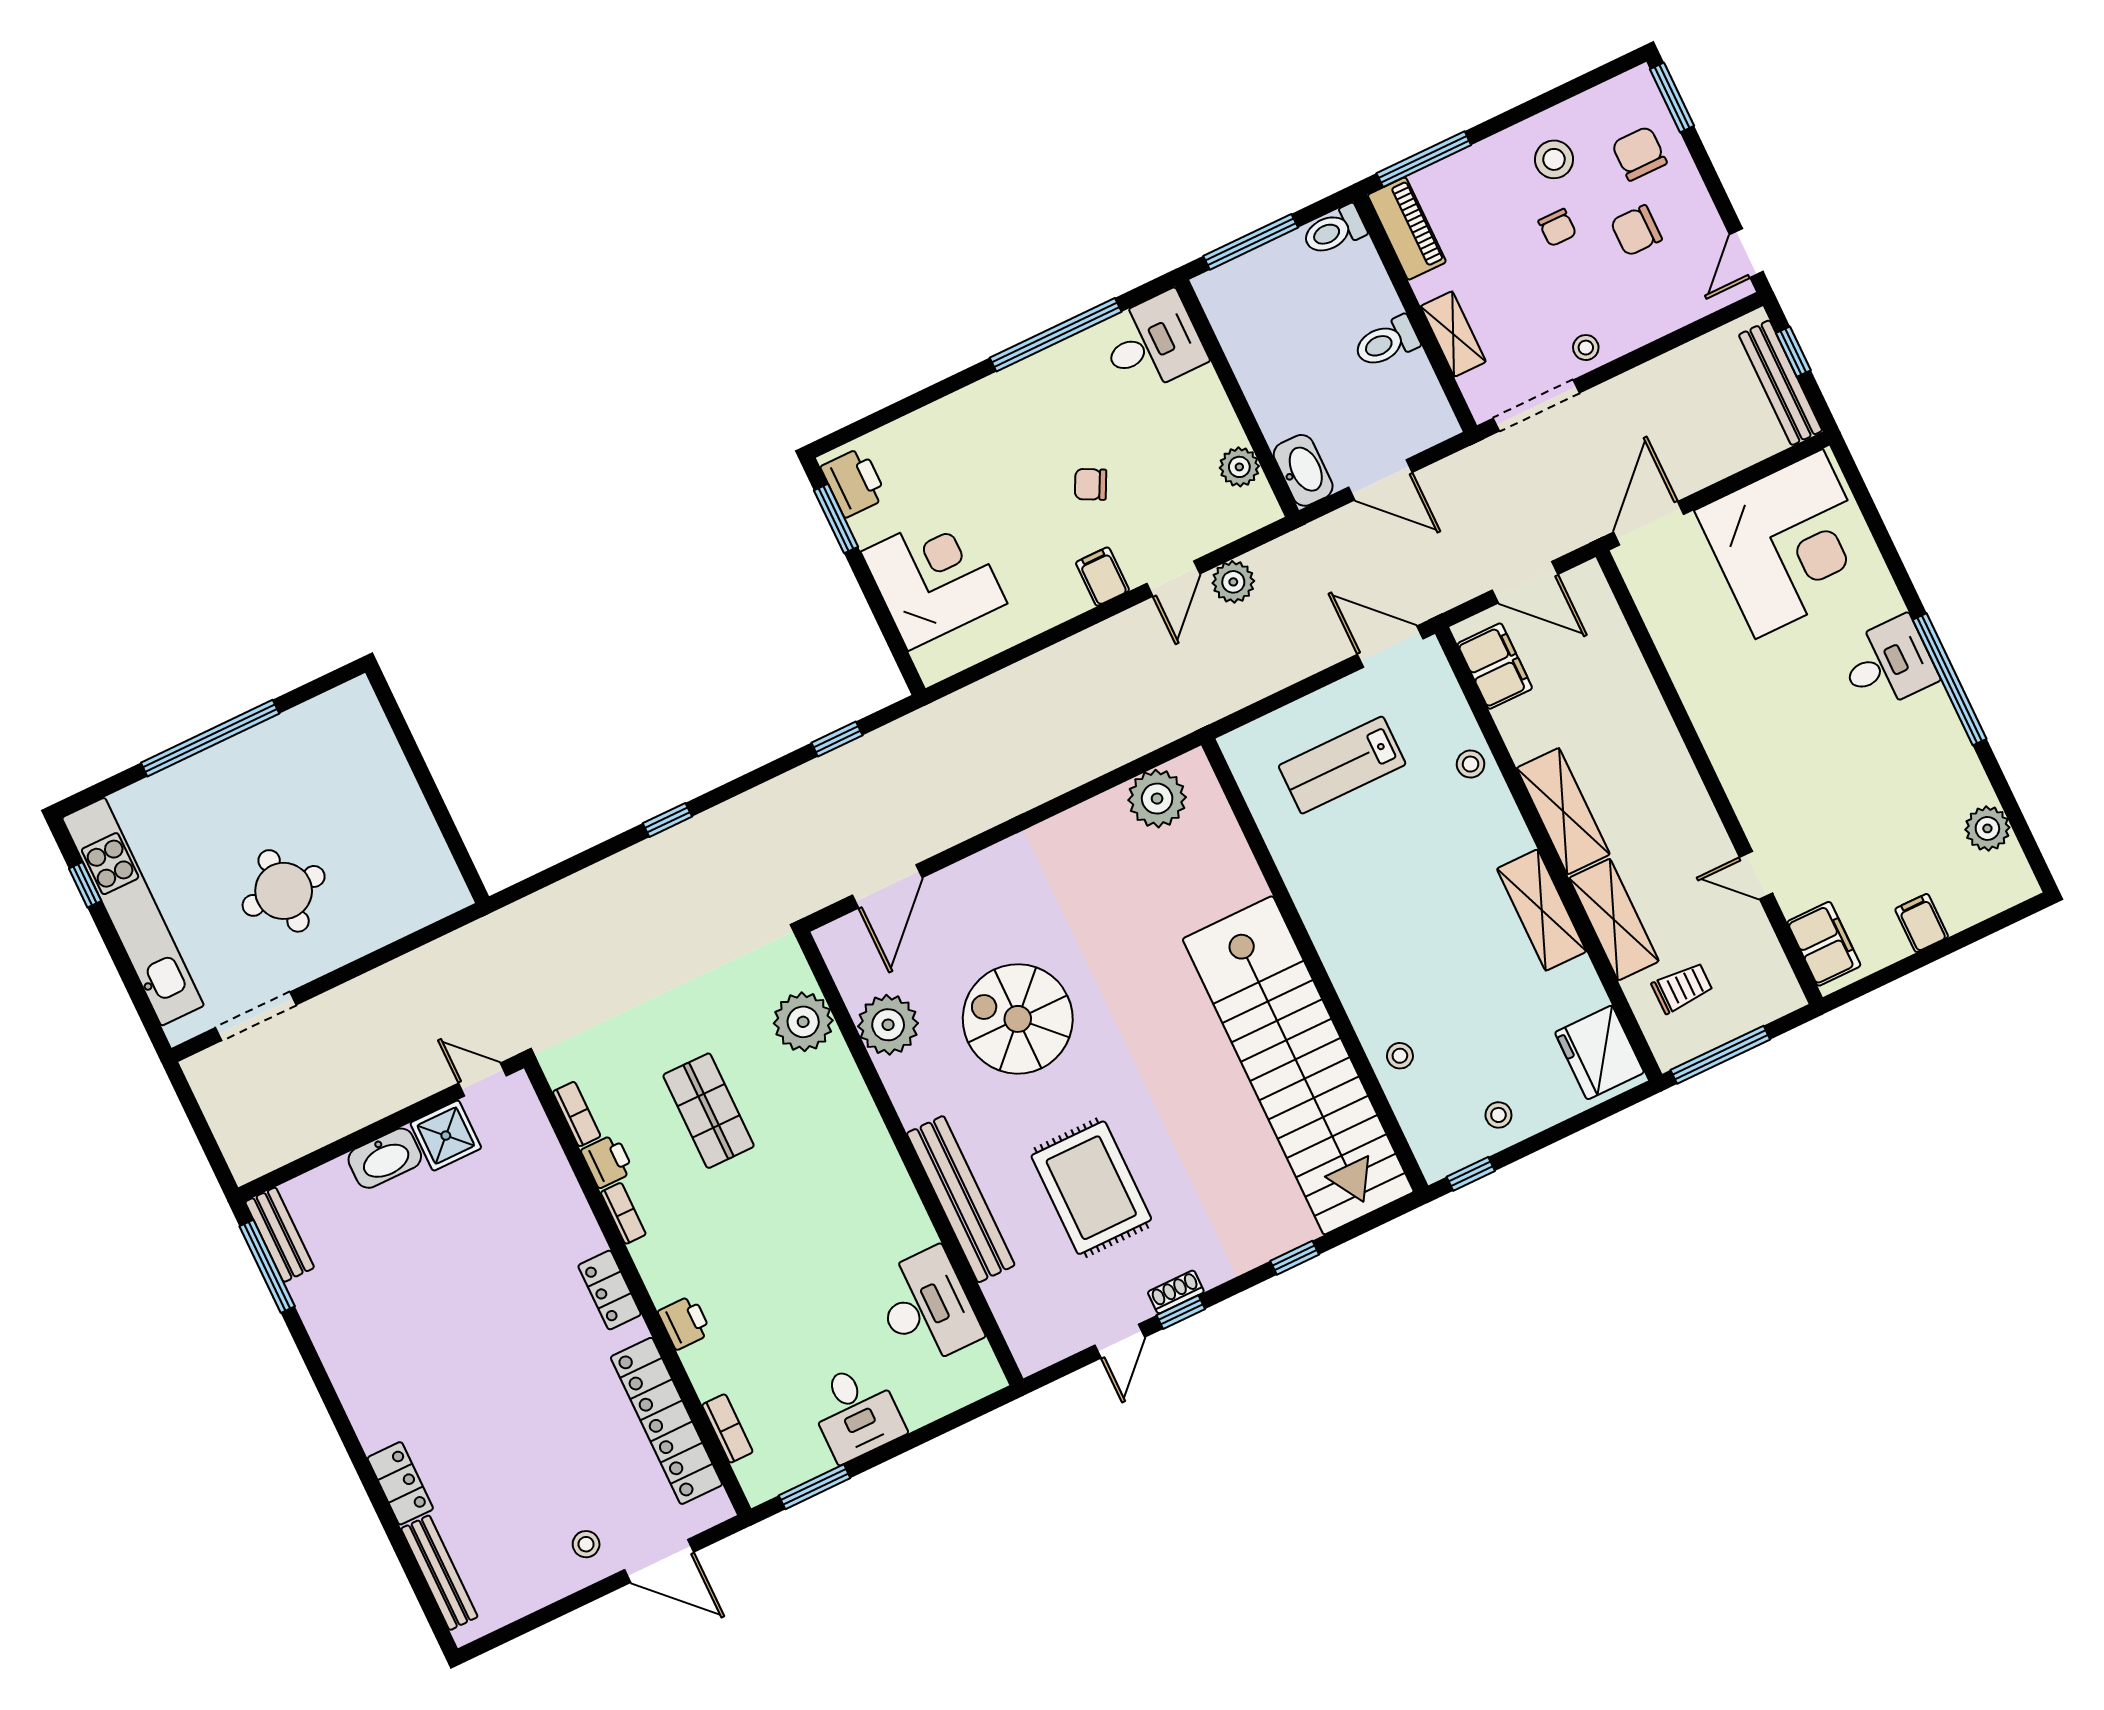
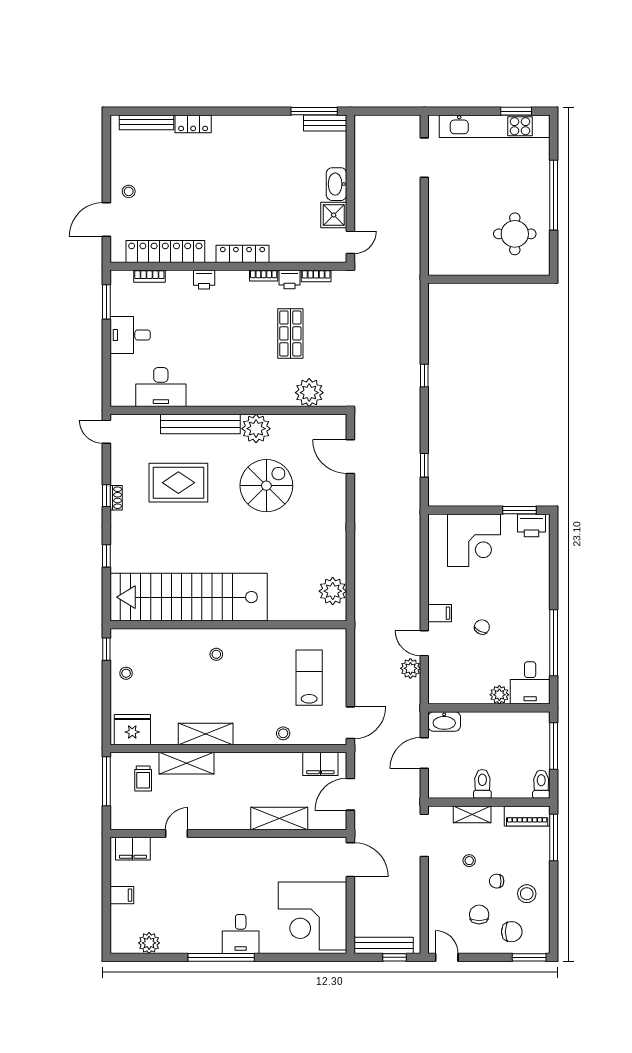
stool: (1586, 348) -> (469, 861), moved
plant: (1239, 467) -> (499, 695), moved
shelving: (1563, 811) -> (279, 818), moved
window: (85, 885) -> (516, 111), width x1.50
round table: (284, 891) -> (515, 234), moved
plant: (888, 1025) -> (256, 429), moved
stool: (1400, 1056) -> (216, 654), moved
shop shelf: (709, 1111) -> (290, 333), turned 90
locker: (610, 1290) -> (242, 254), width x1.53
door: (1120, 1341) -> (106, 432), moved

